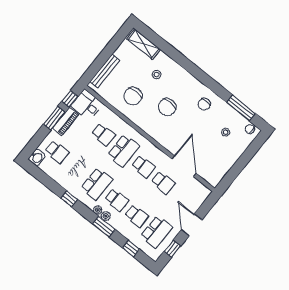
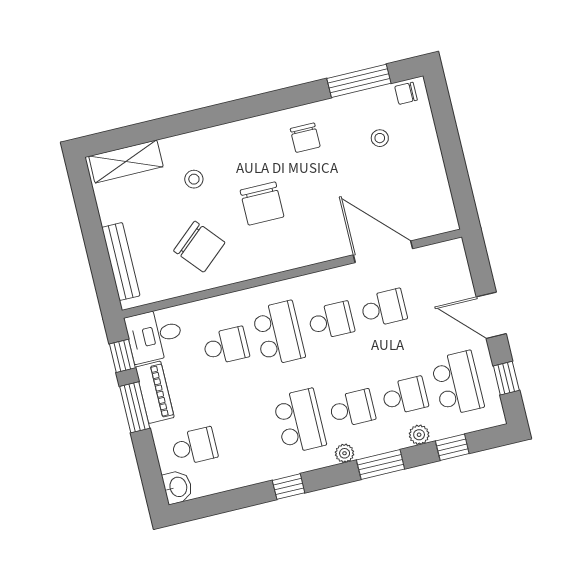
chair: (133, 96) -> (199, 247), turned -41
plant: (106, 216) -> (419, 435), moved

